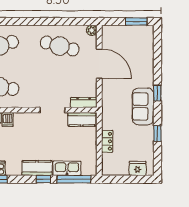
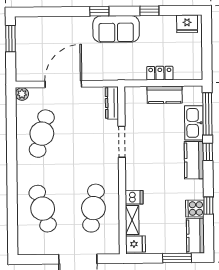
kitchen counter: (82, 119) -> (165, 95), moved, turned 90
fridge: (138, 168) -> (187, 24), moved, turned -90

